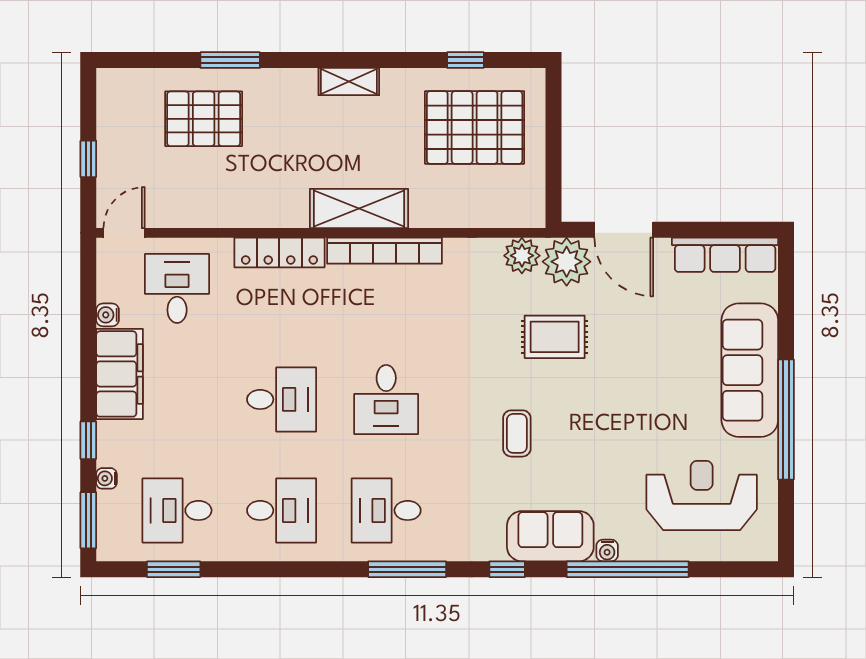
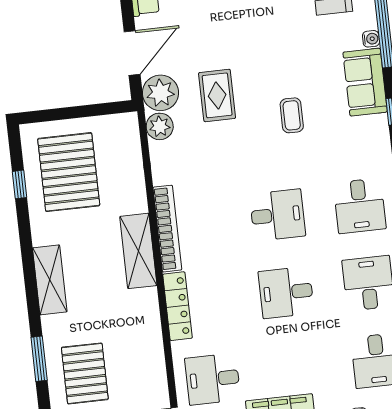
shelving: (349, 82) -> (50, 280), width x1.50, depth x1.33
desk: (282, 399) -> (286, 292), turned -90
coffee table: (517, 433) -> (292, 115), turned 90

